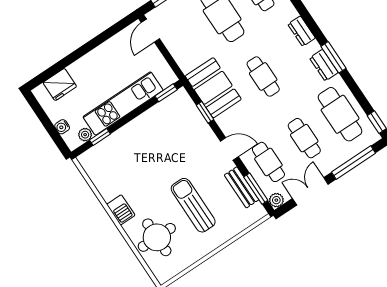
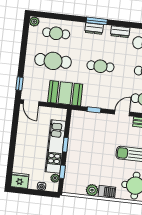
window: (334, 57) -> (97, 21), moved
fridge: (60, 85) -> (20, 180), moved, turned -90
booth: (213, 88) -> (65, 93), moved
window: (166, 93) -> (65, 145), moved
plant: (108, 190) -> (92, 190), added

